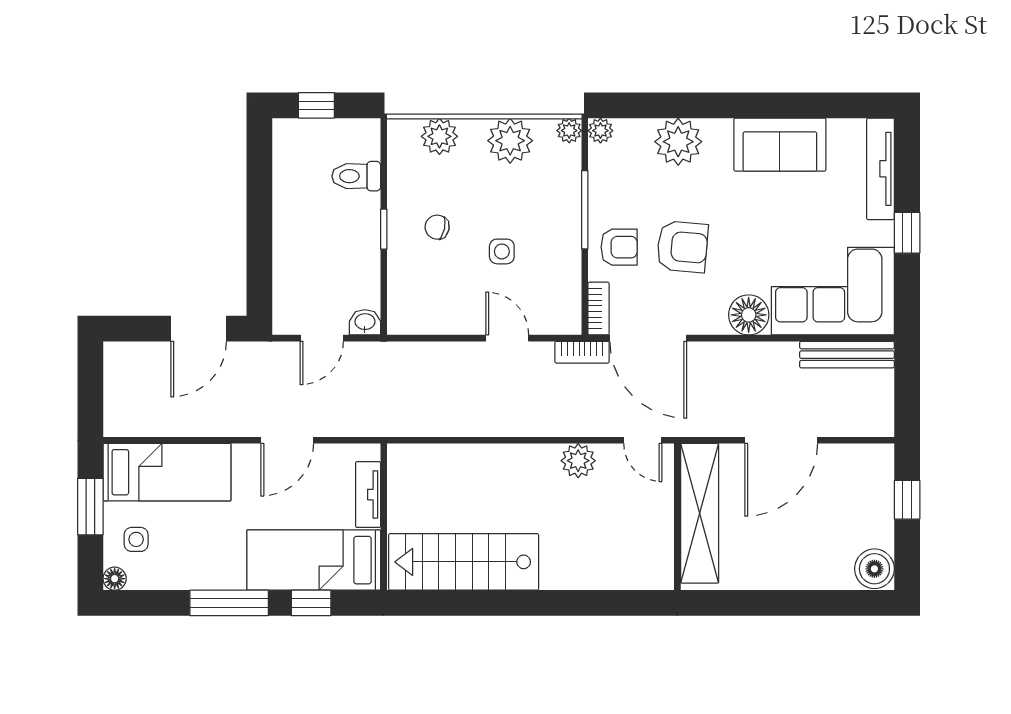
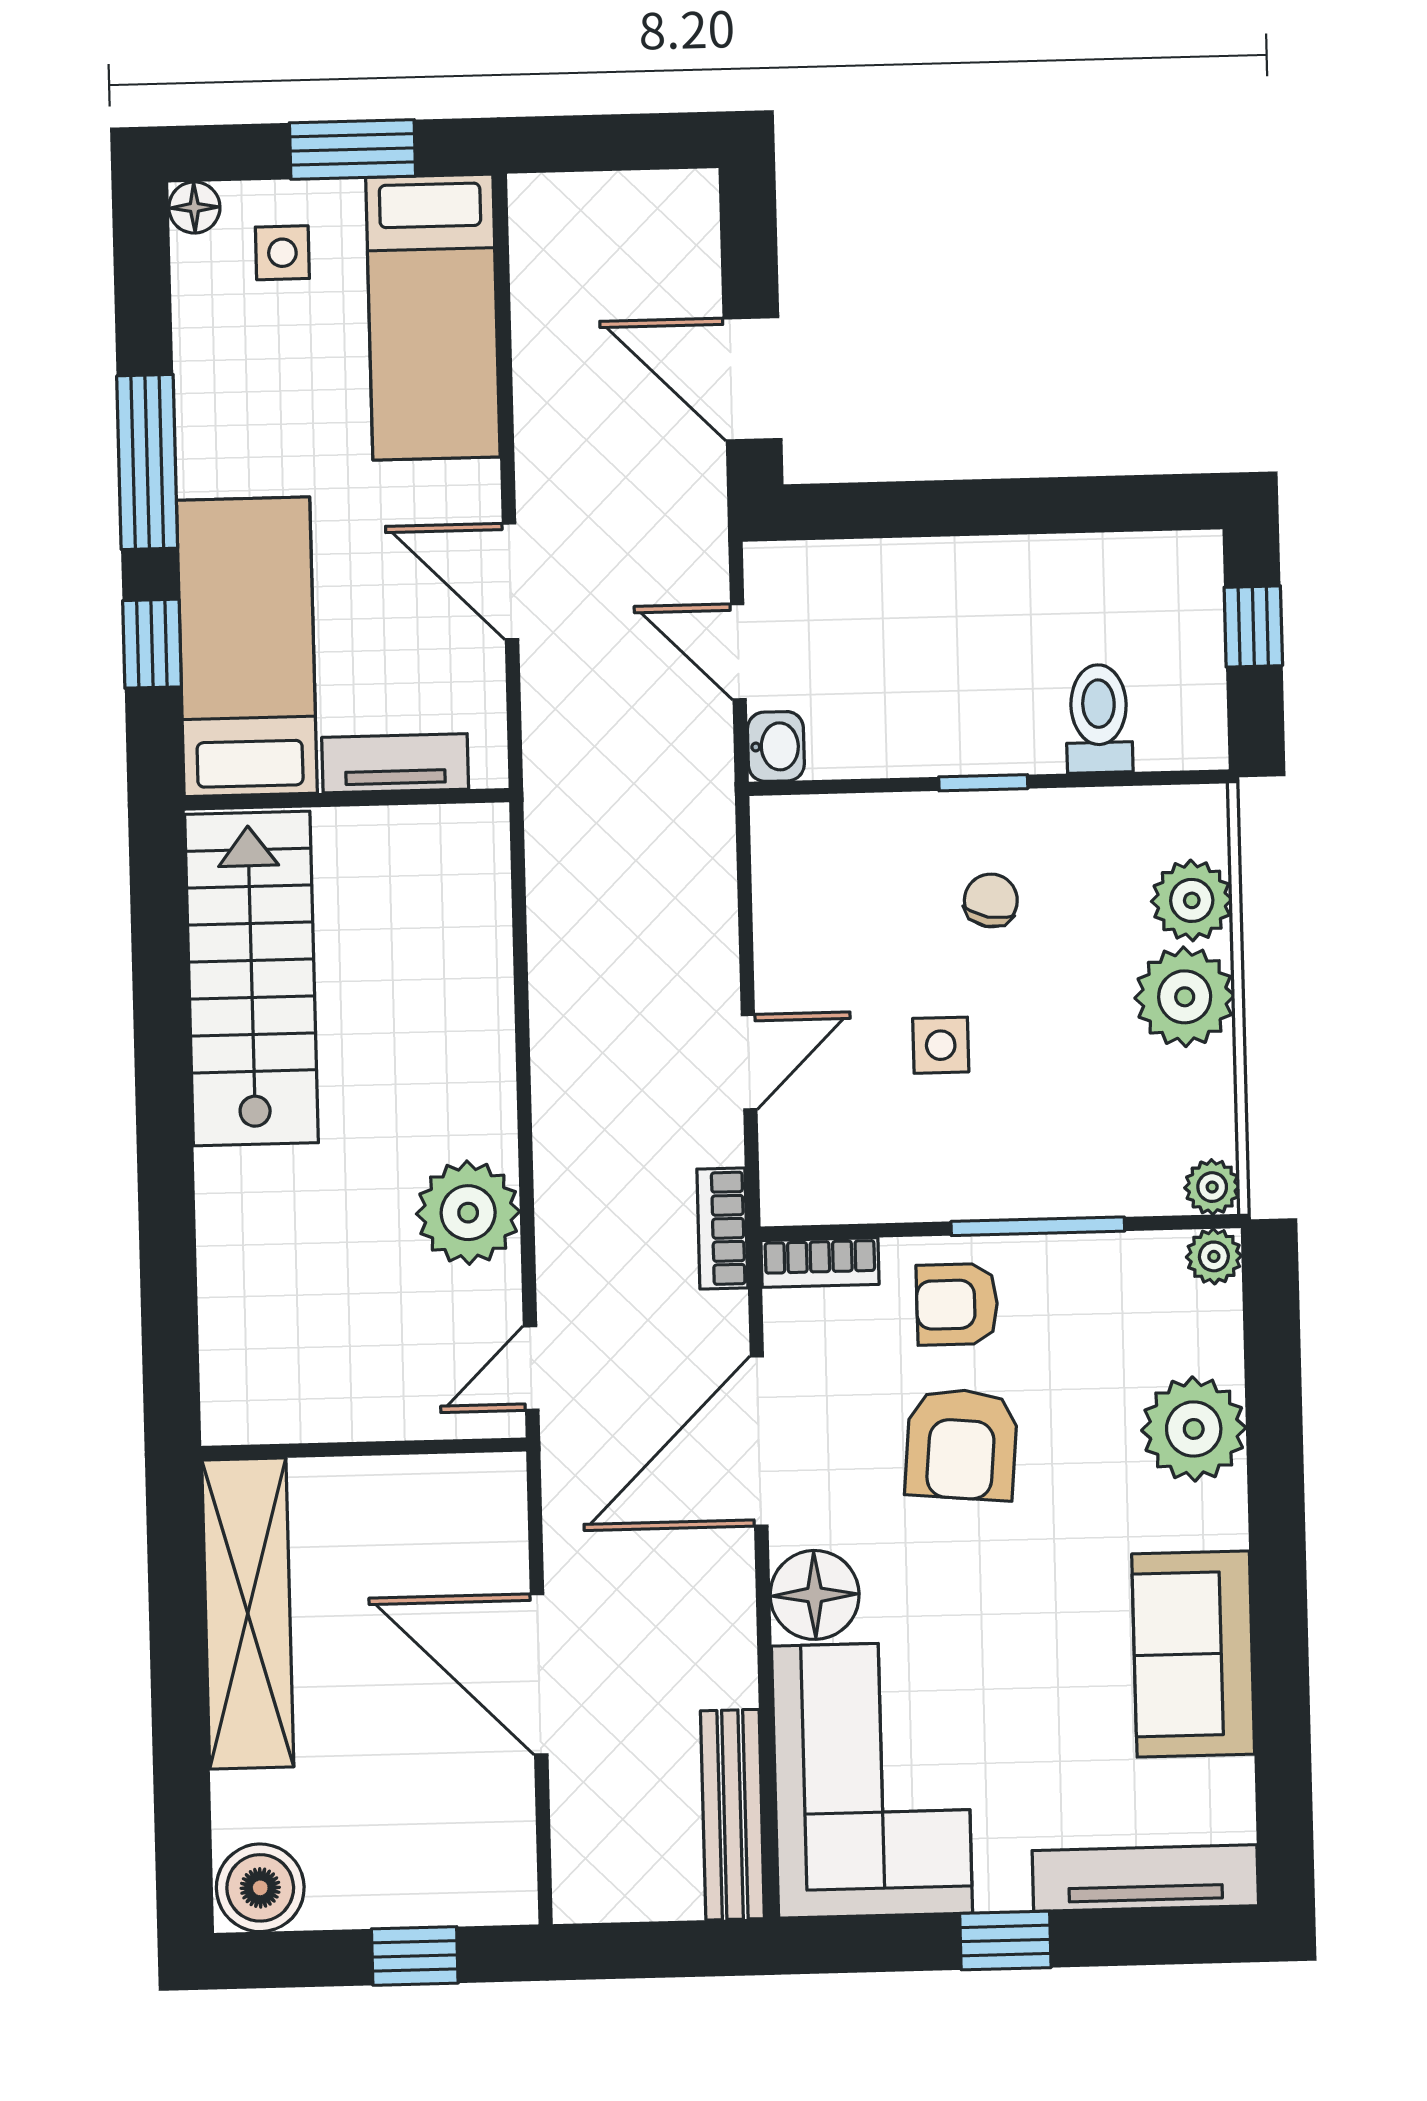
plant: (510, 141) -> (1185, 997), moved
armchair: (619, 247) -> (957, 1304), turned 90
door: (648, 338) -> (759, 1441), moved
plant: (578, 461) -> (468, 1213), width x1.36, depth x1.36
shelving: (700, 513) -> (248, 1613), moved, turned 90

